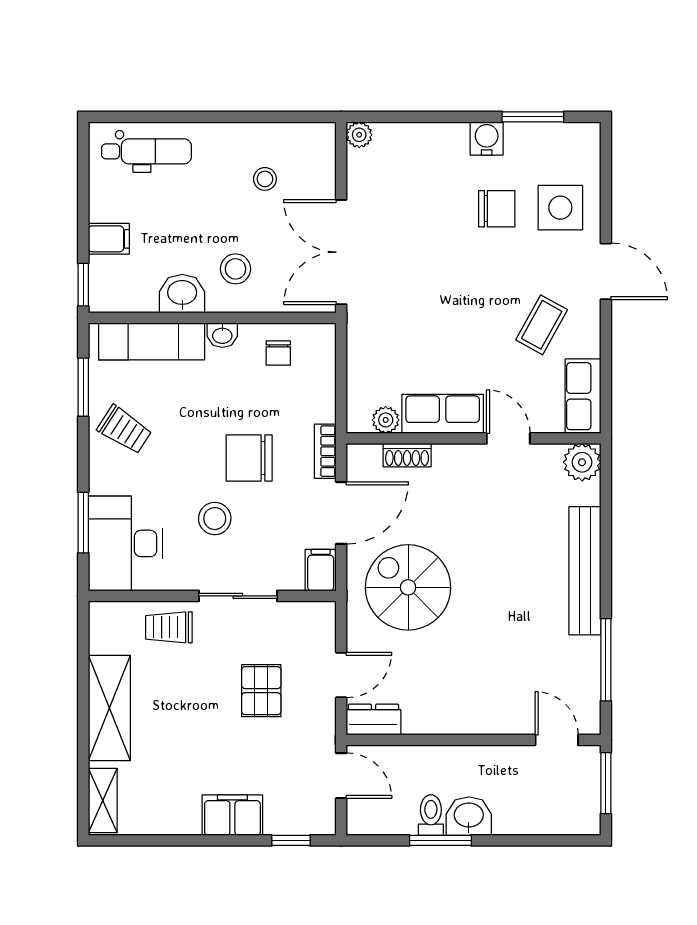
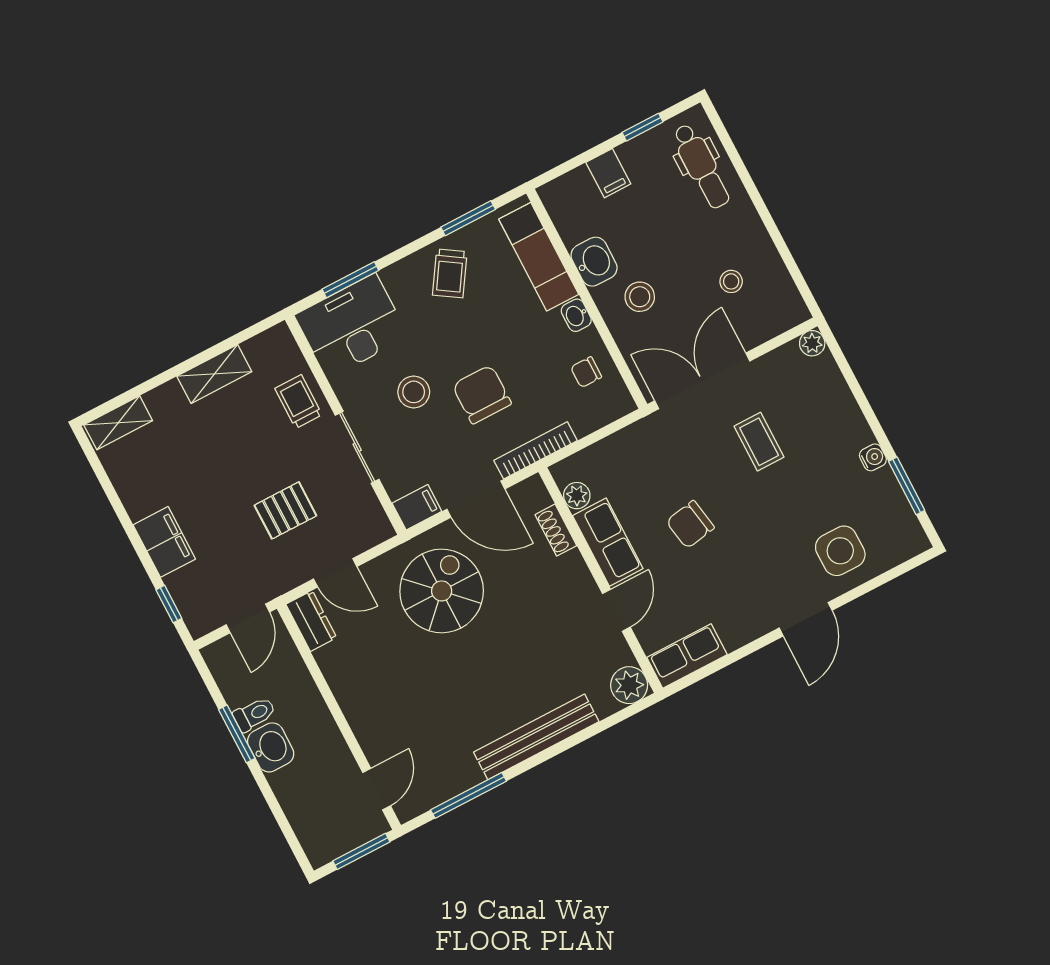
water cooler: (487, 138) -> (873, 457), width x0.72, depth x0.72
chair: (497, 209) -> (690, 524), moved, turned 80
window: (83, 285) -> (642, 127), moved
coffee table: (542, 325) -> (759, 442), moved, turned 61
bookcase: (325, 451) -> (536, 450), width x1.56
shelving: (109, 708) -> (214, 374), width x0.67, depth x0.75

